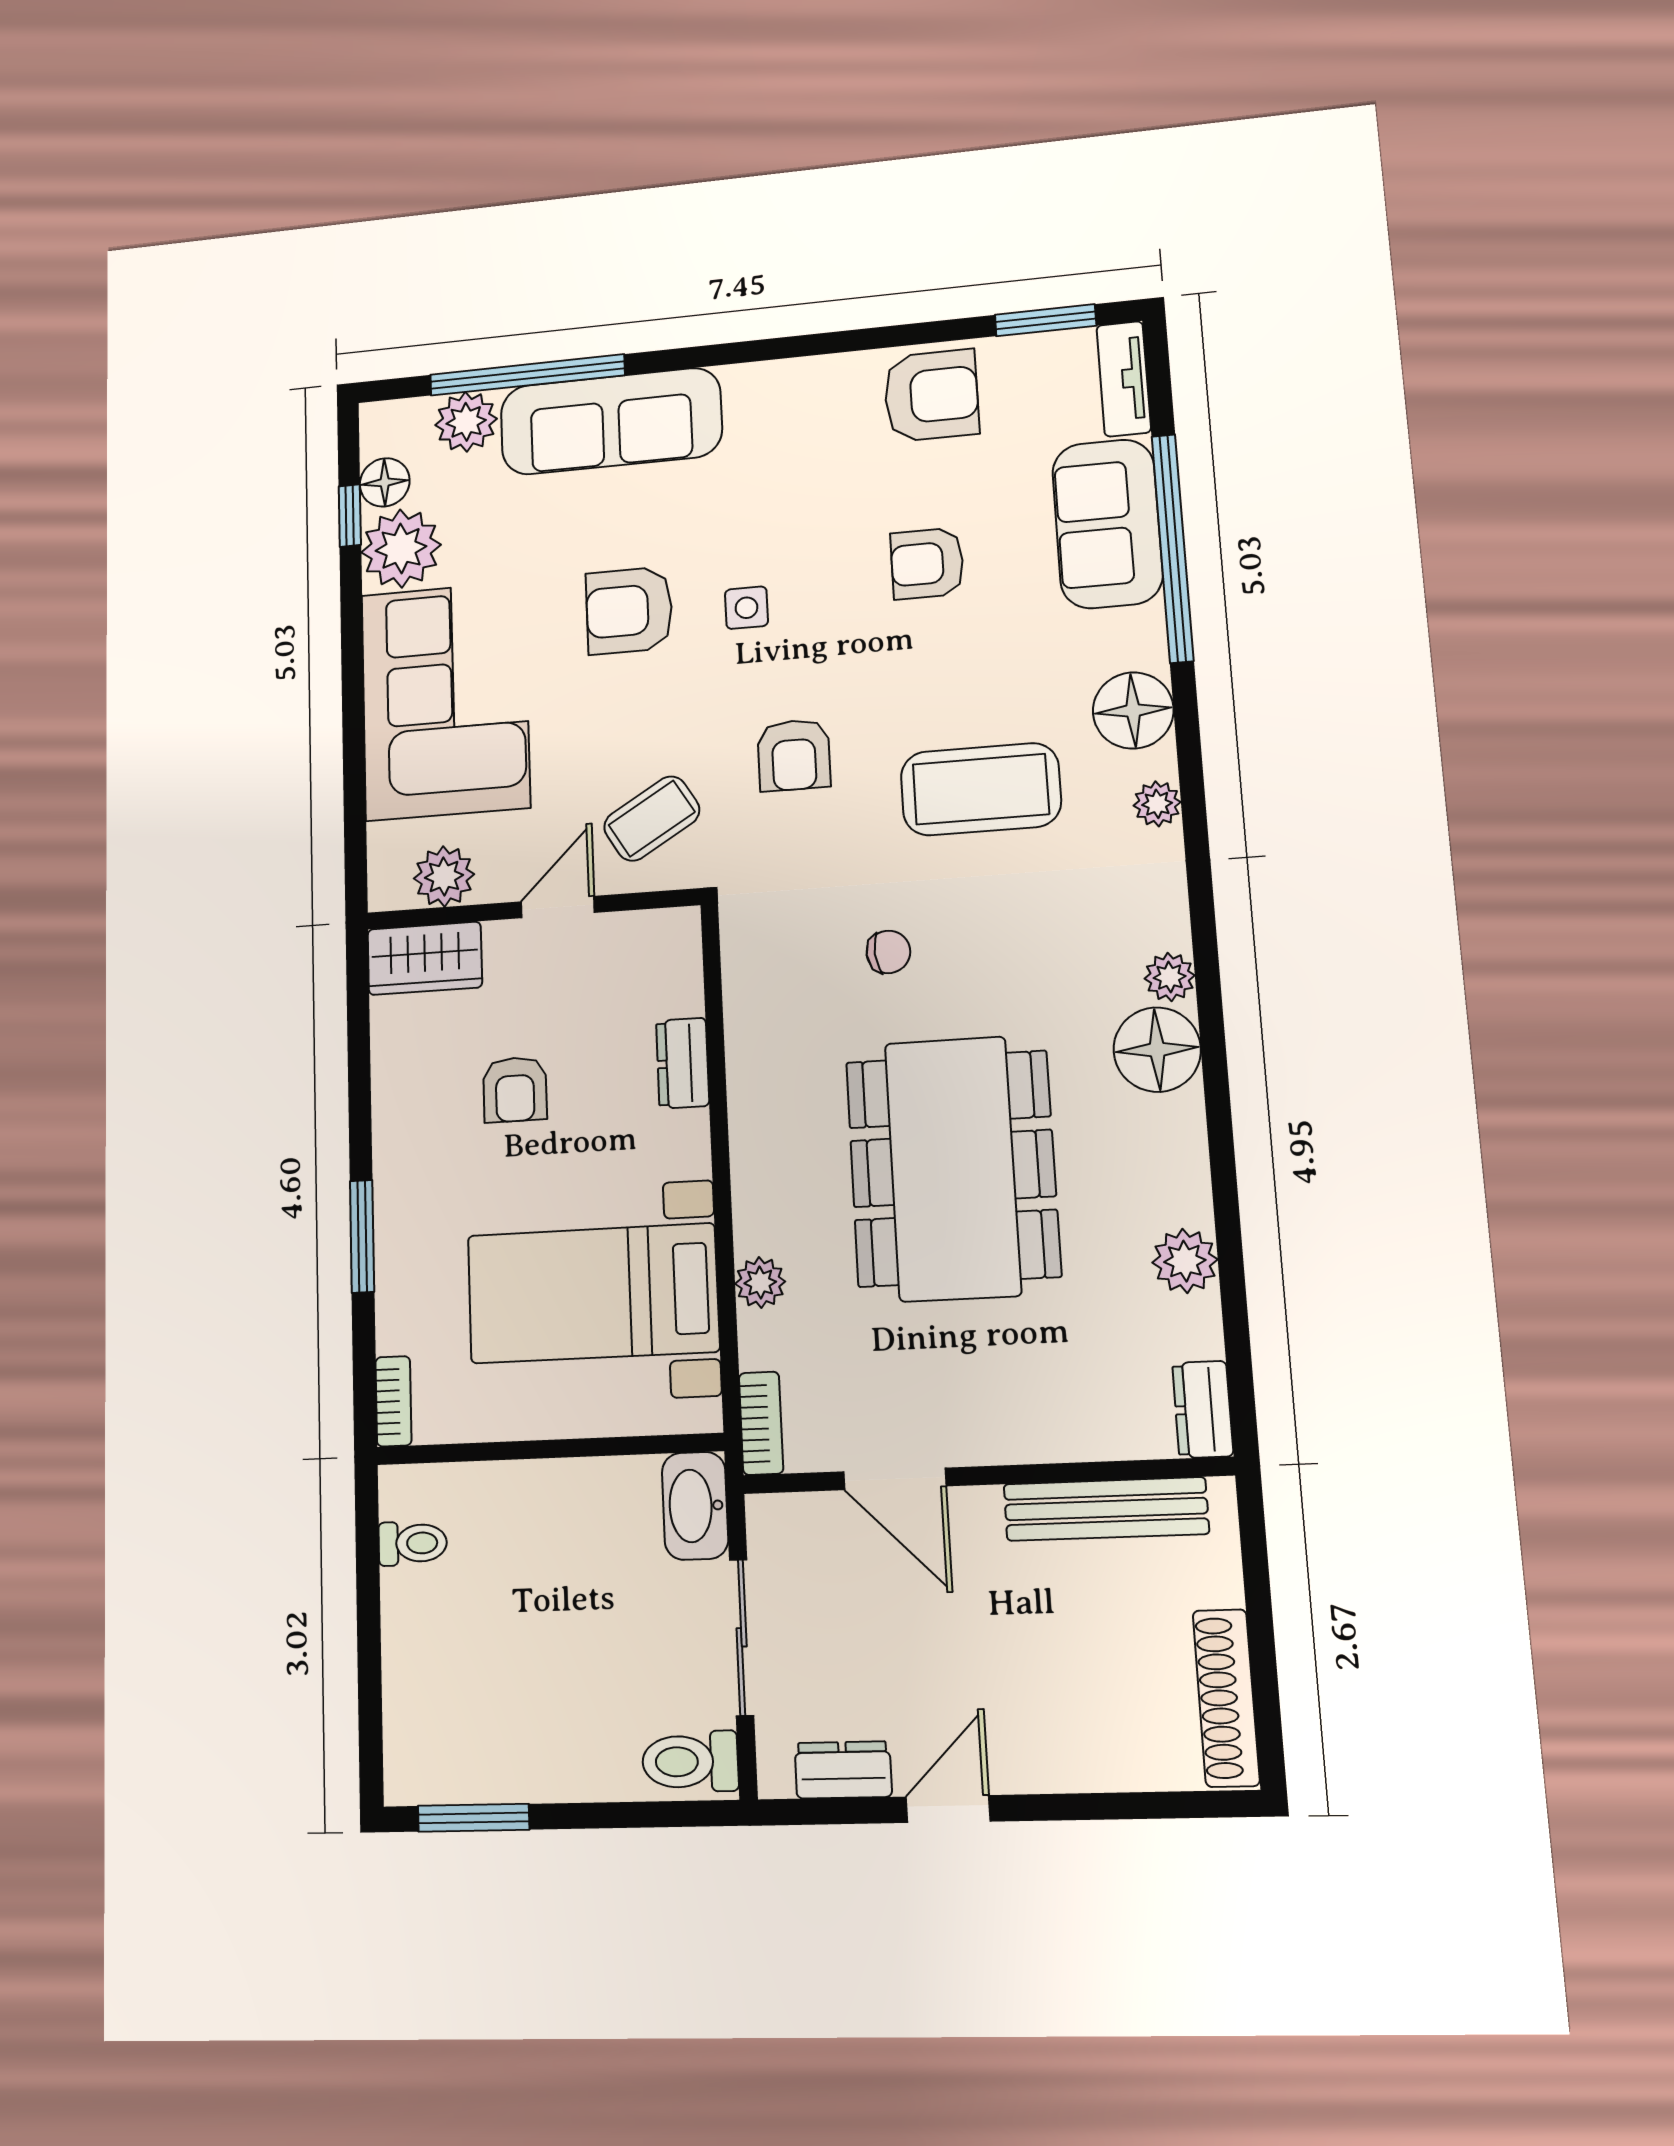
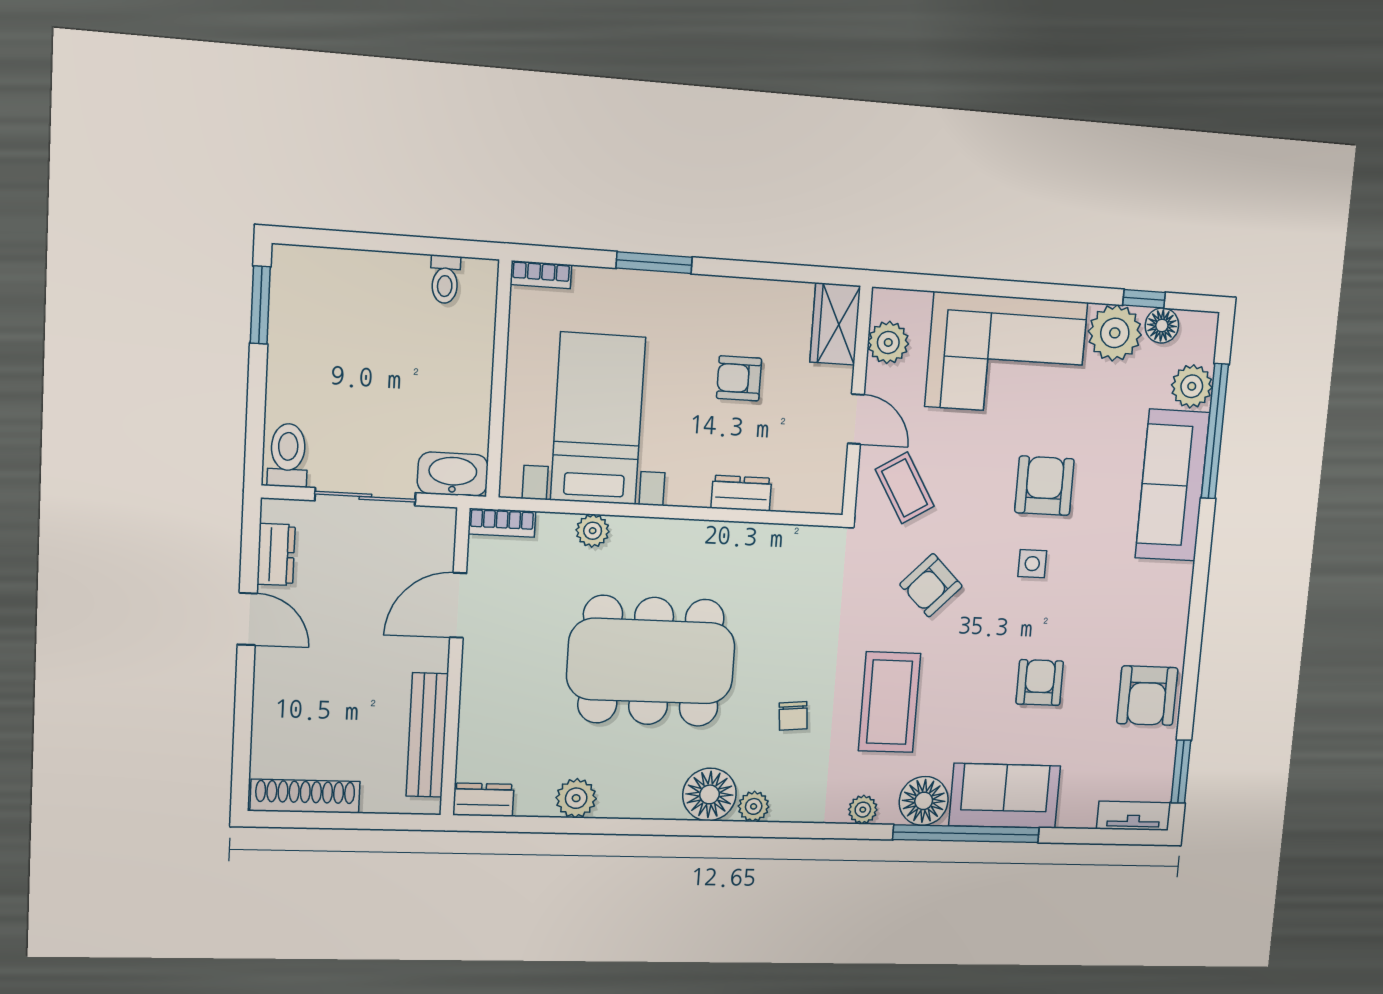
sofa: (1107, 524) -> (1005, 796), moved
window: (1172, 548) -> (966, 834), moved
armchair: (794, 755) -> (931, 585), turned -46
chair: (888, 952) -> (793, 716), moved

